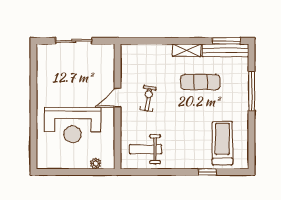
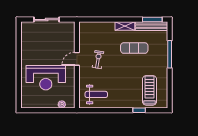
weight bench: (146, 149) -> (96, 94), turned 180

